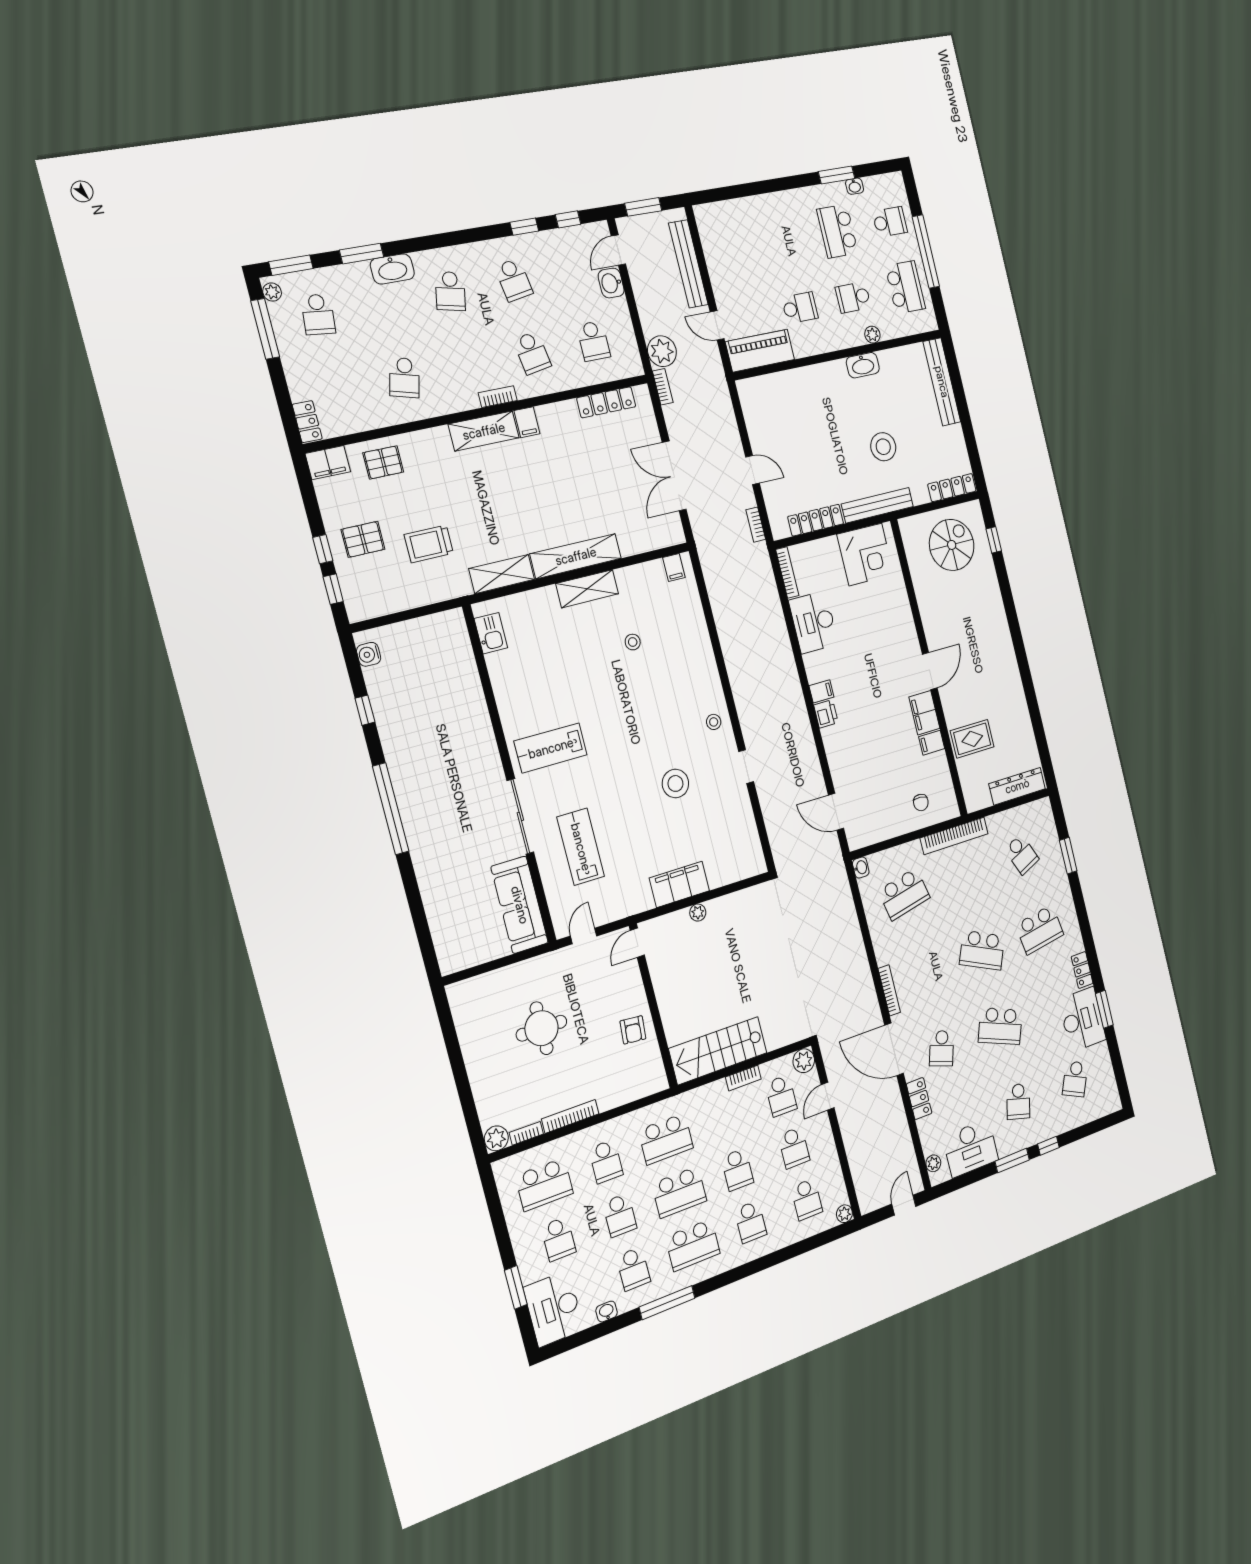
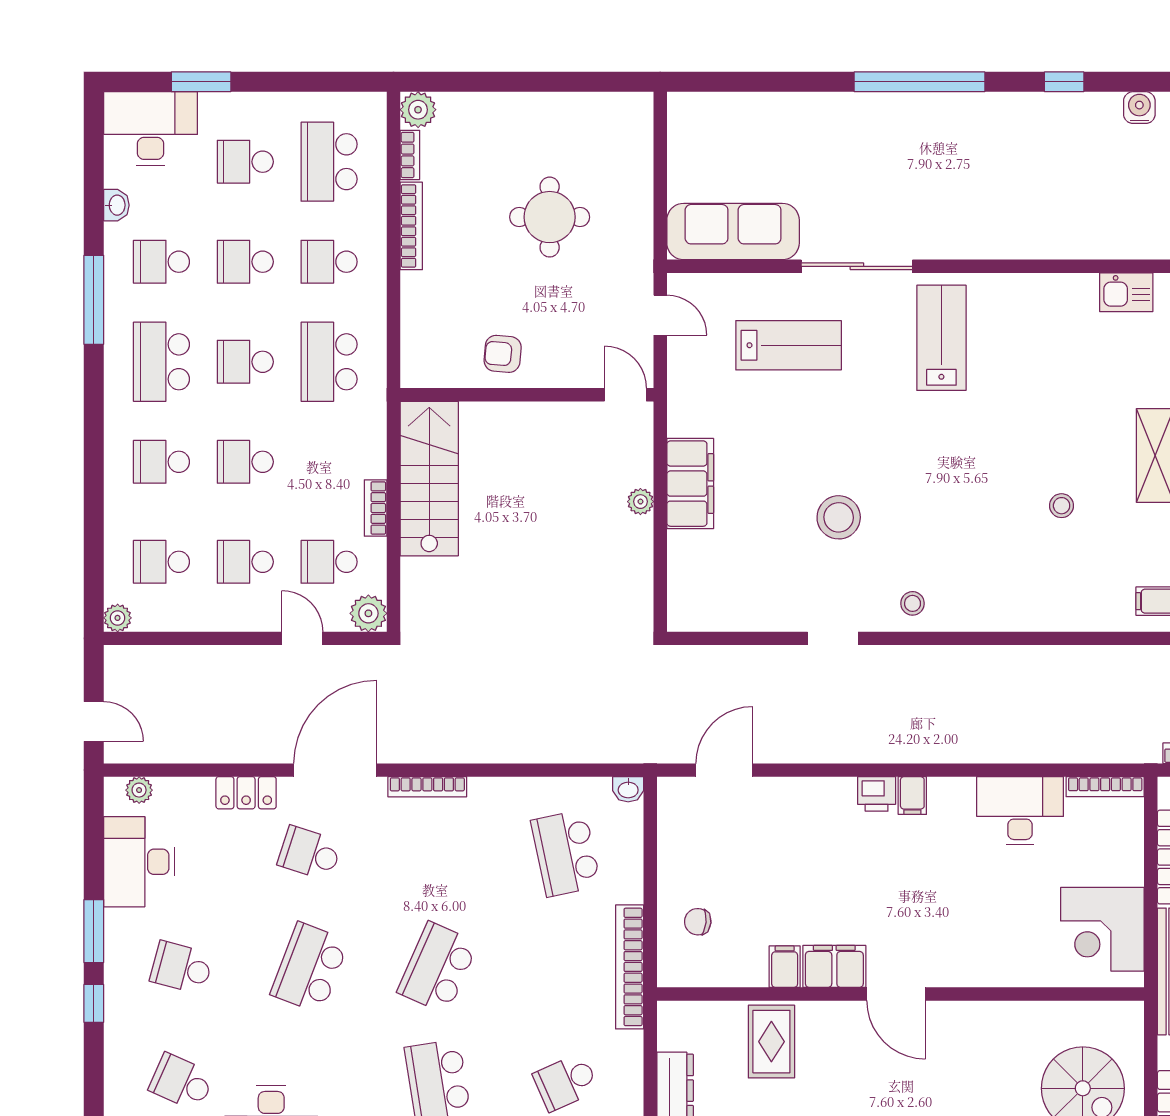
school desk: (679, 1192) -> (245, 362), width x0.54

